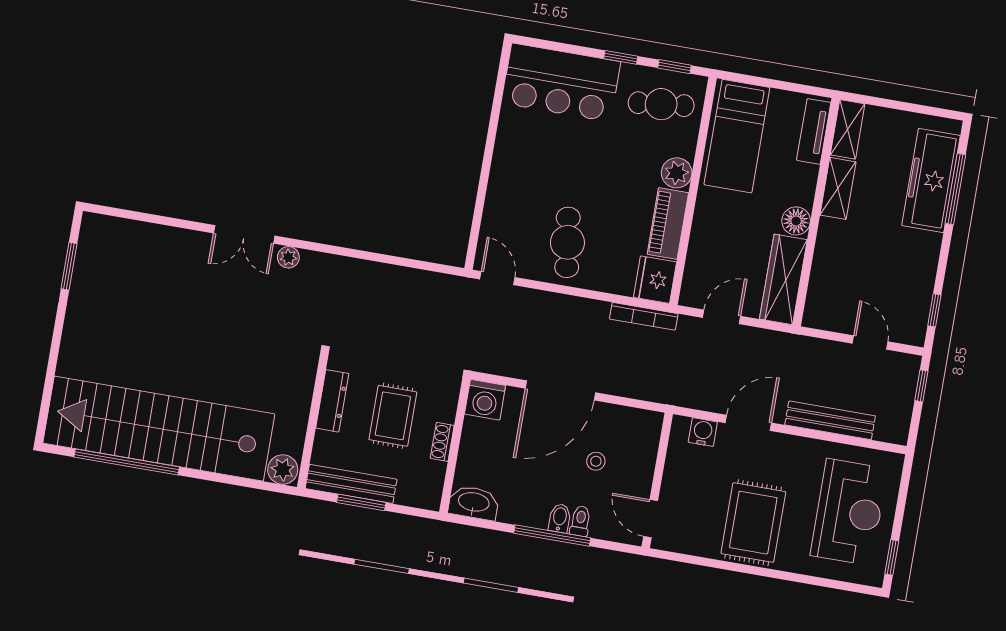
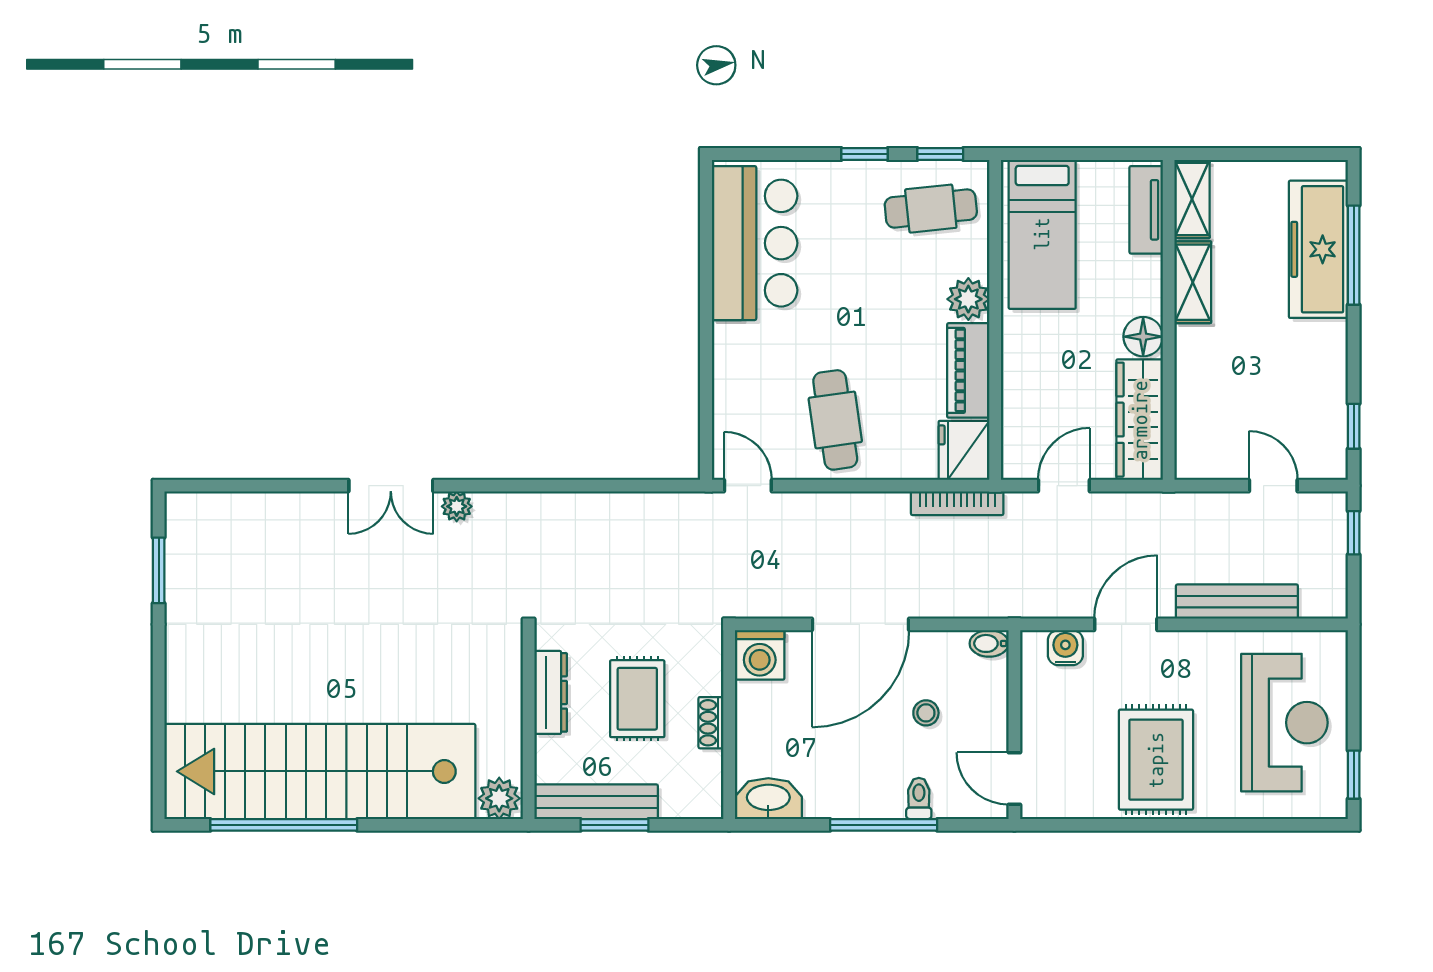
bar counter: (561, 82) -> (755, 243), moved, turned -90
bidet: (560, 518) -> (989, 643), moved, turned -90

